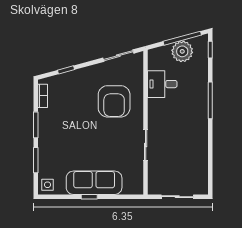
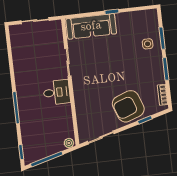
plant: (182, 51) -> (69, 143), moved, width x0.53, depth x0.53
desk: (162, 84) -> (57, 92), moved
armchair: (114, 101) -> (128, 106), moved, turned -110
sofa: (94, 183) -> (91, 26), moved
side table: (47, 185) -> (148, 44), moved

